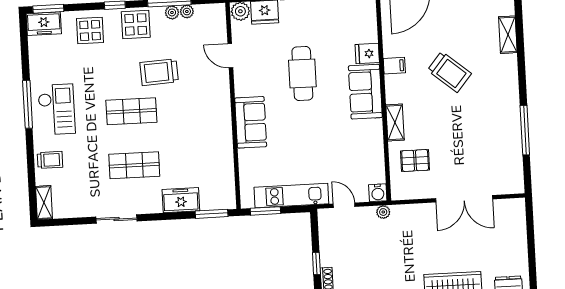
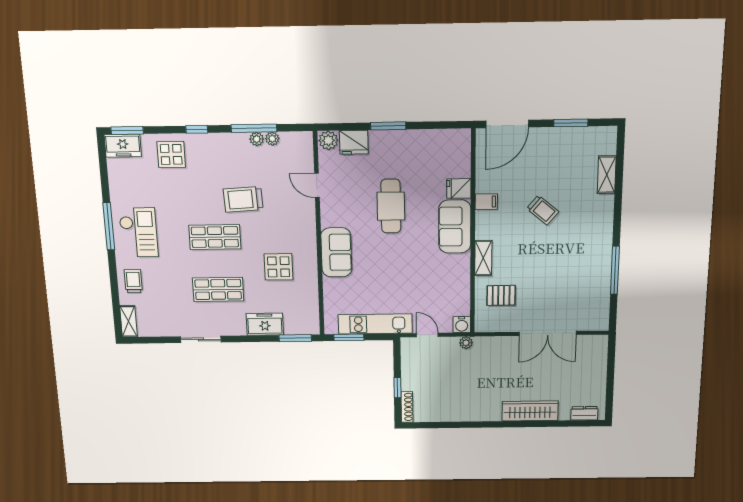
display table: (136, 24) -> (279, 267), moved
trolley: (449, 72) -> (543, 210), width x0.73, depth x0.72
trolley: (50, 160) -> (133, 281), turned -90

